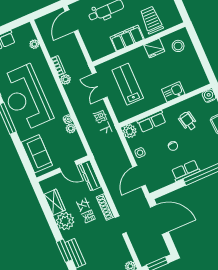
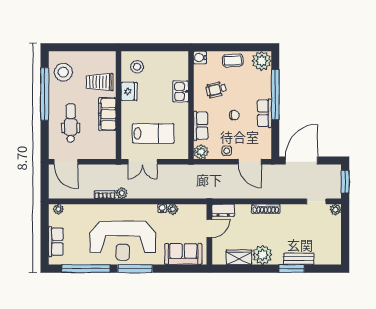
plant: (34, 44) -> (58, 209), moved
lab bench: (128, 84) -> (153, 133), turned 180
dresser: (90, 176) -> (223, 210), width x0.70
doorway: (121, 225) -> (316, 201), moved

